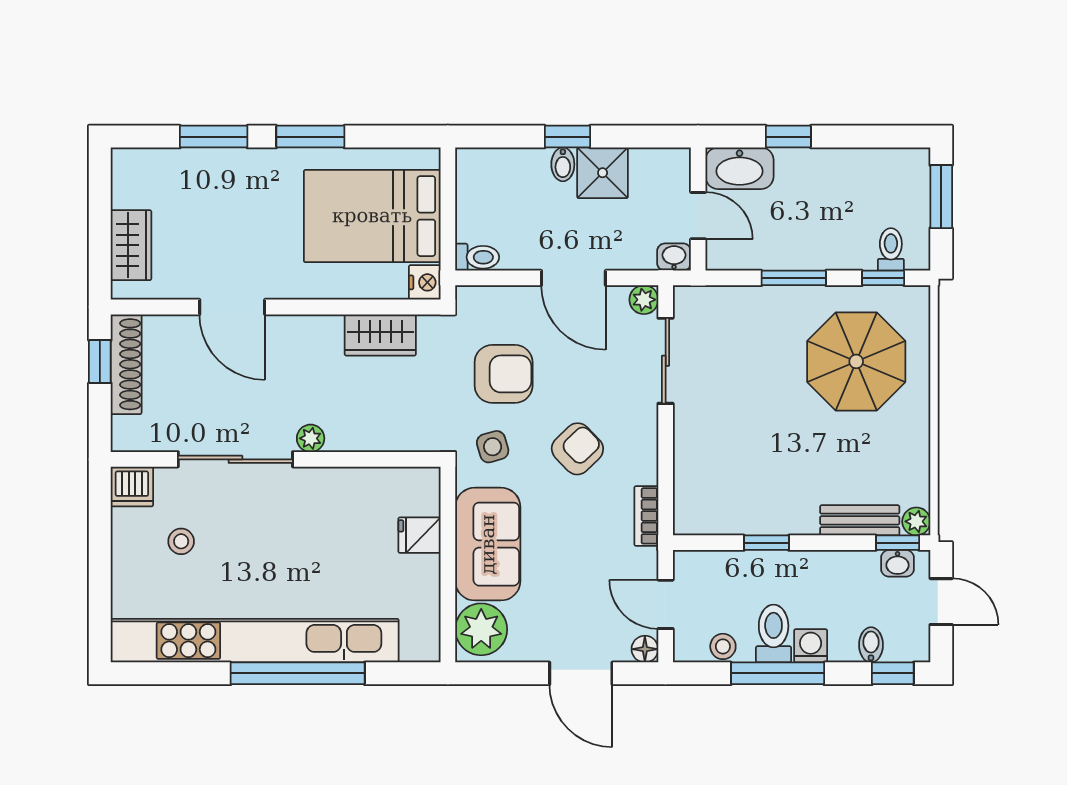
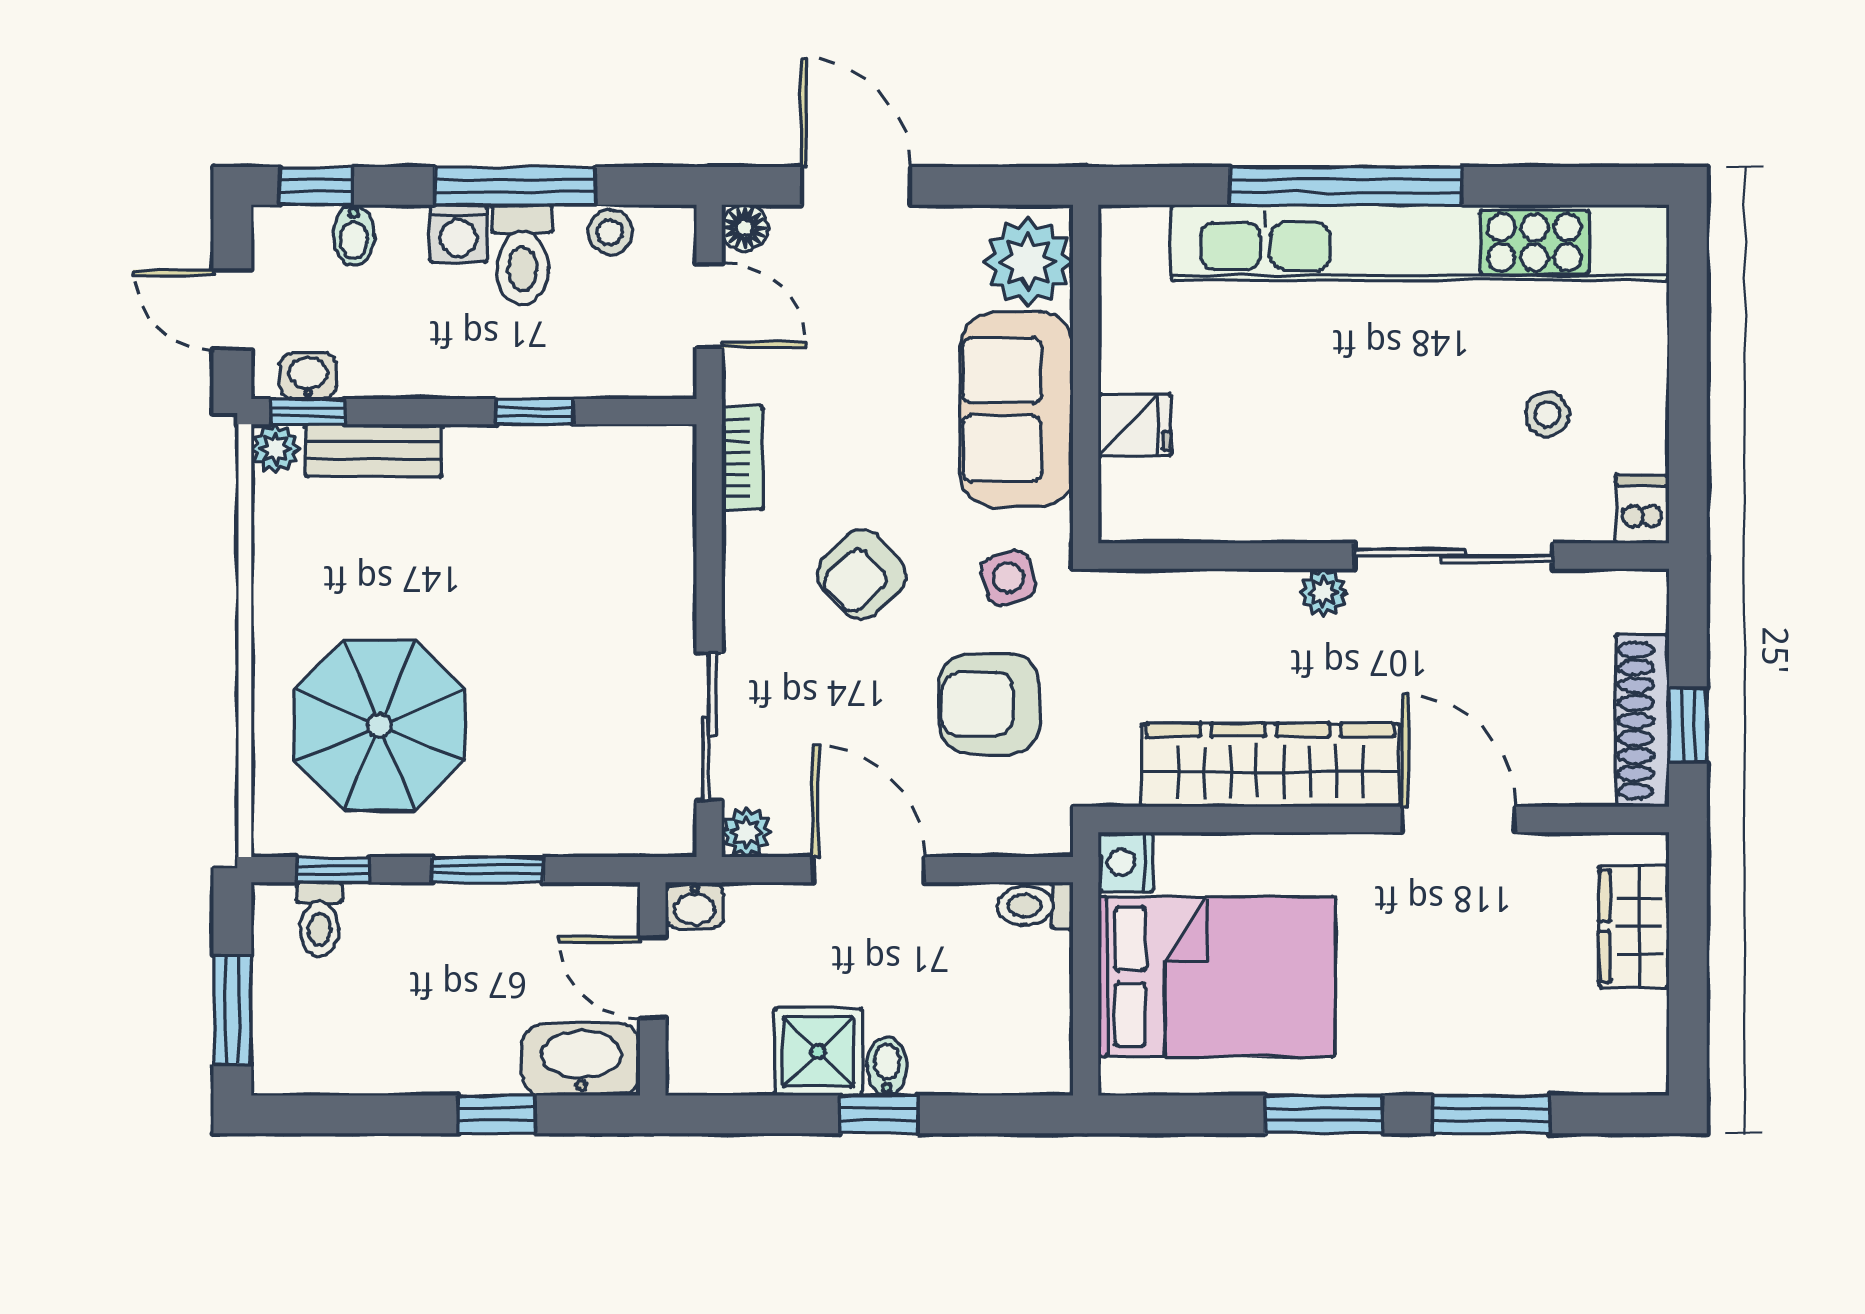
wardrobe: (380, 335) -> (1270, 765), width x2.10, depth x1.17
dishwasher: (132, 486) -> (1642, 509), width x0.73

